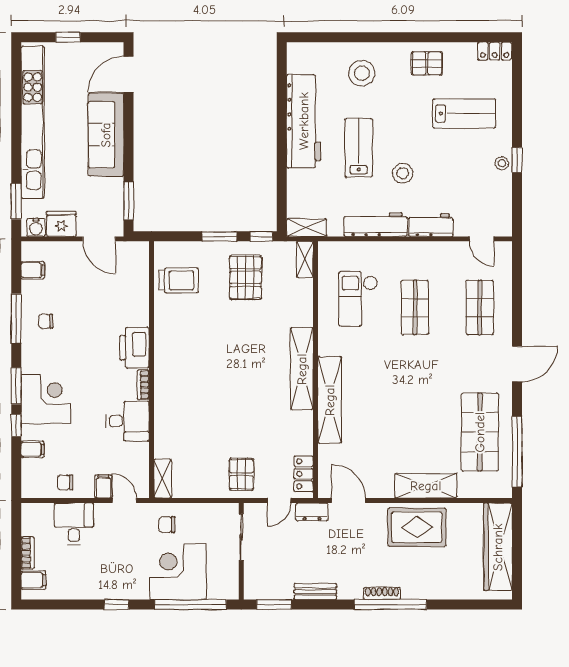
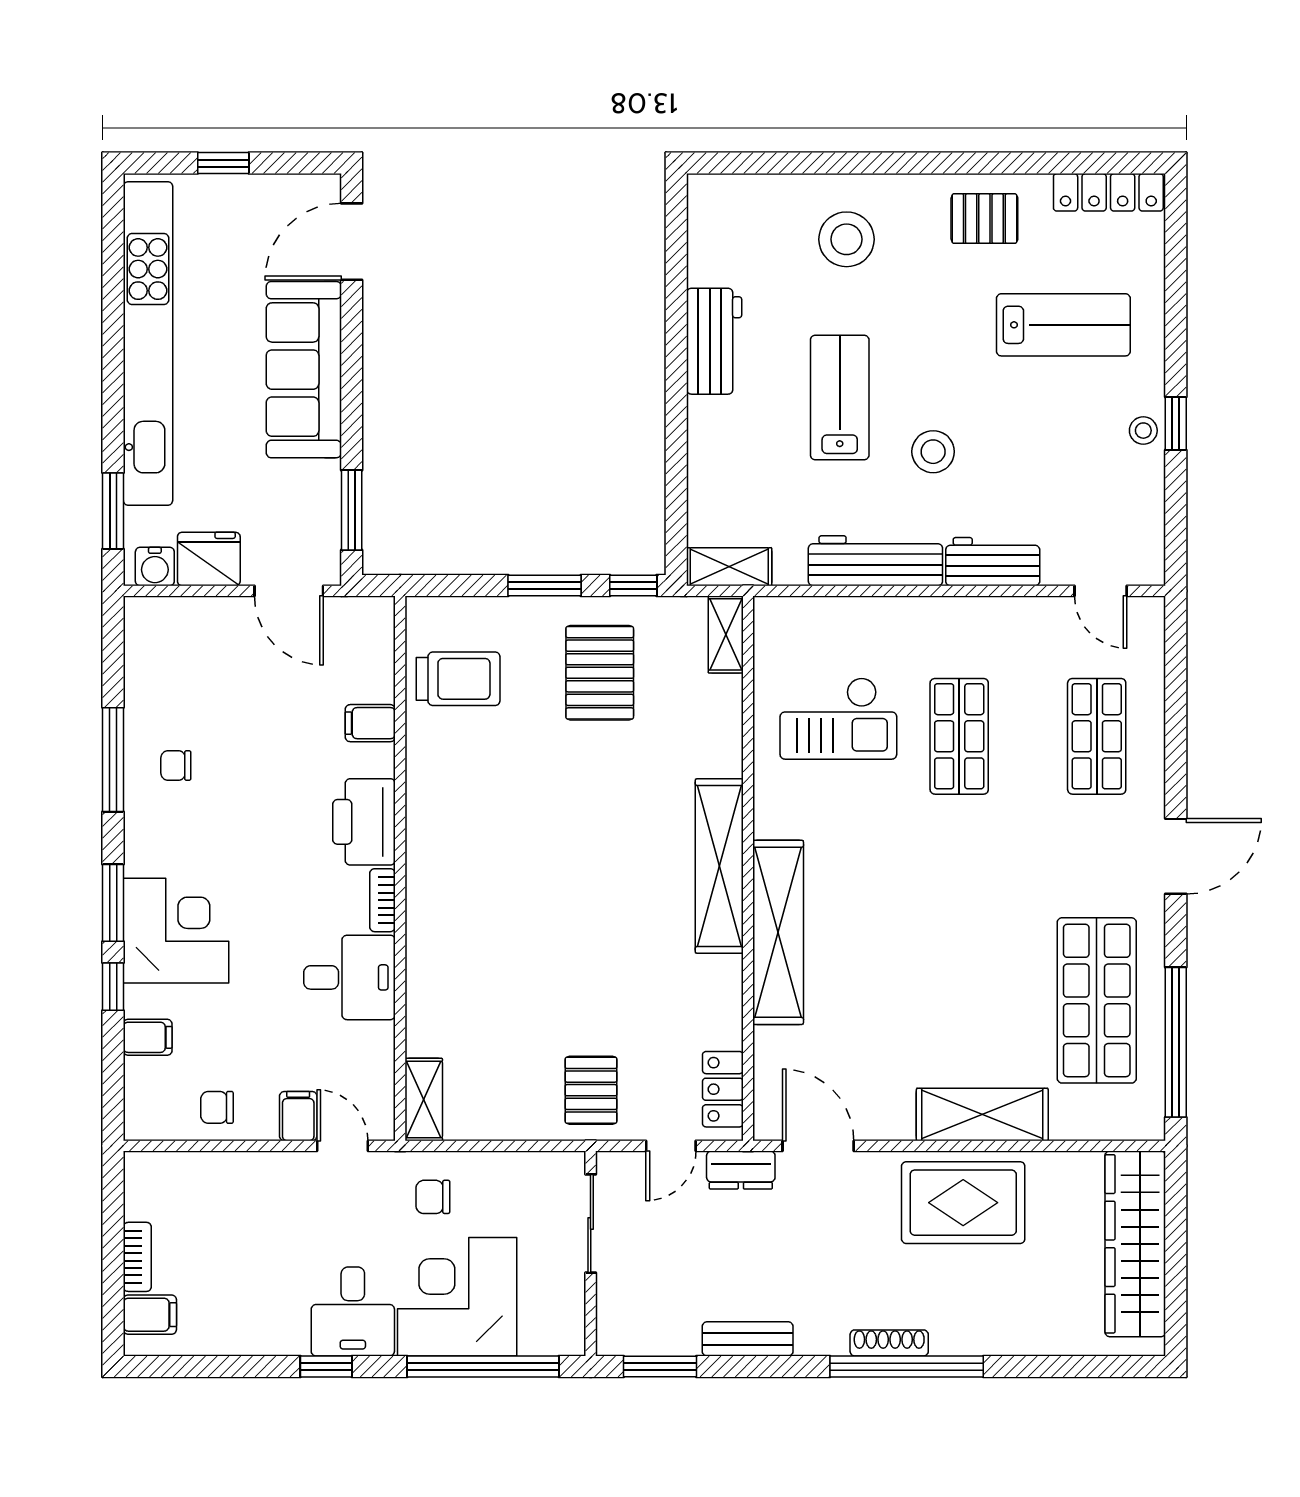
locker: (495, 51) -> (1108, 192), width x1.53
workbench: (304, 121) -> (714, 341), width x0.53, depth x0.76
filing cabinet: (33, 270) -> (370, 723), moved, turned 180
checkout: (358, 299) -> (838, 718), turned -90
desk: (74, 524) -> (353, 1312), moved, turned 180

